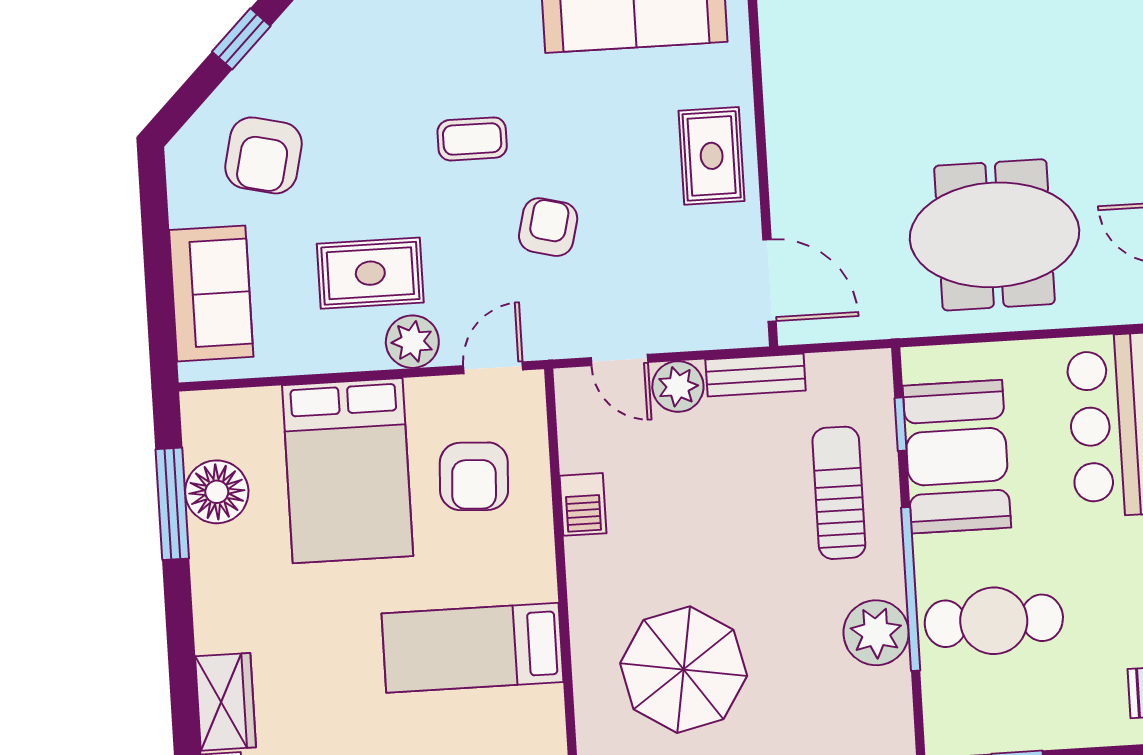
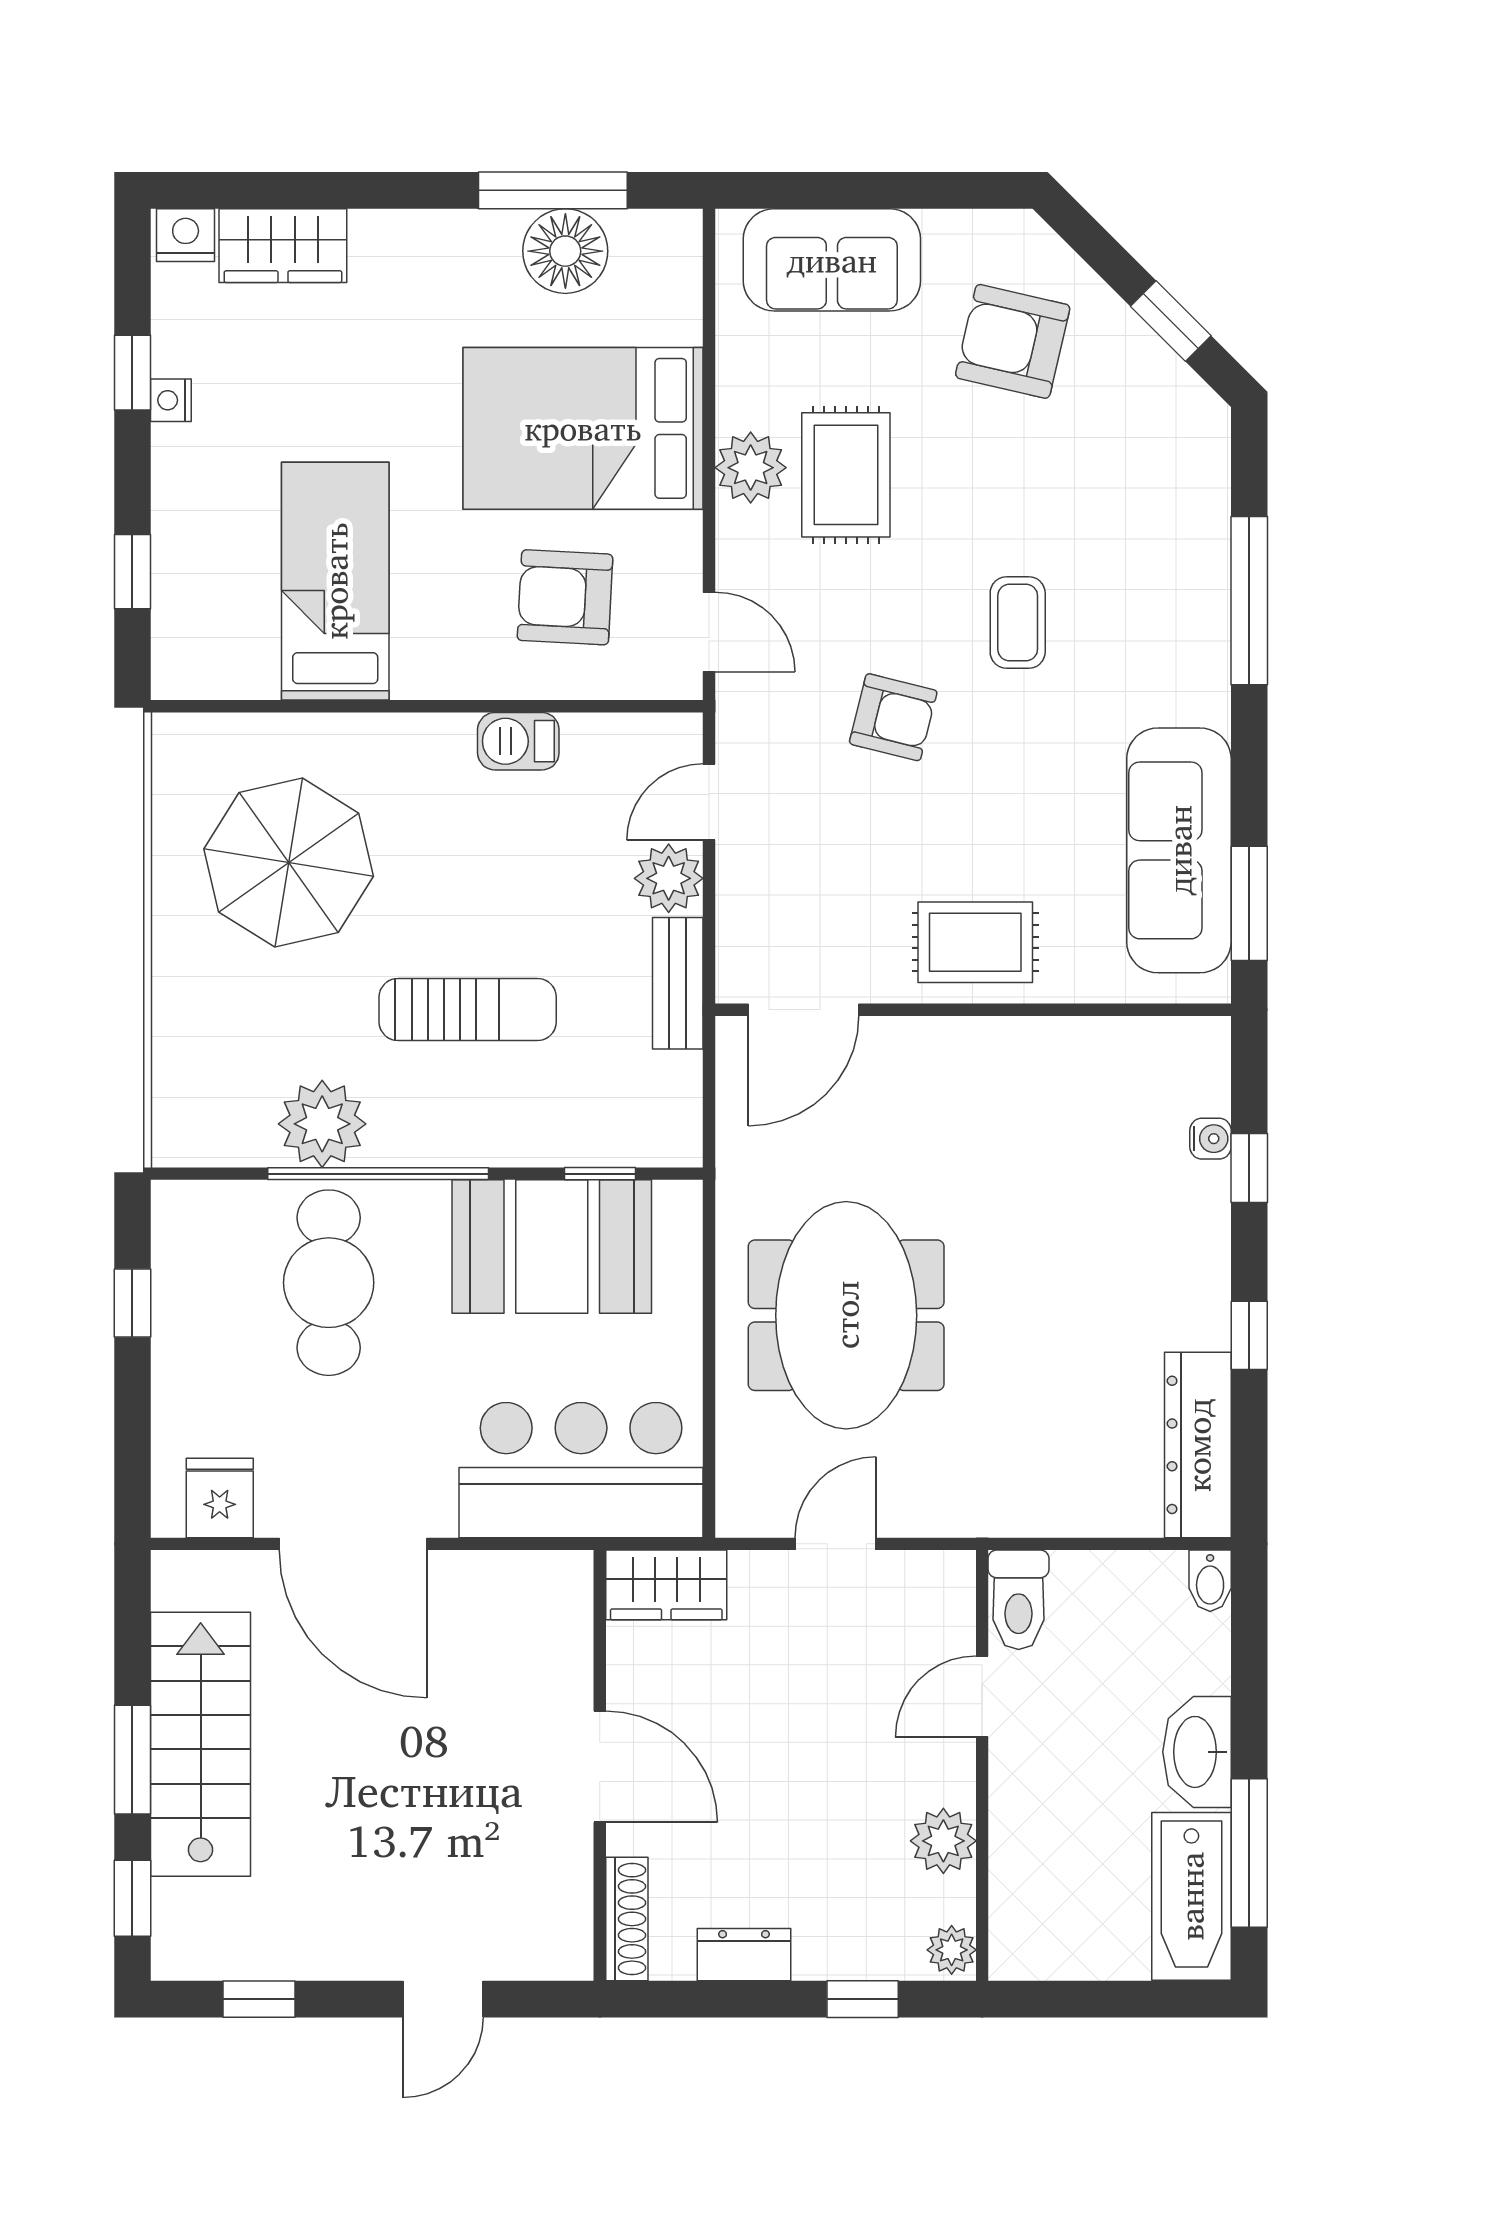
plant: (412, 342) -> (751, 468), moved
sun lounger: (839, 493) -> (468, 1009), moved

